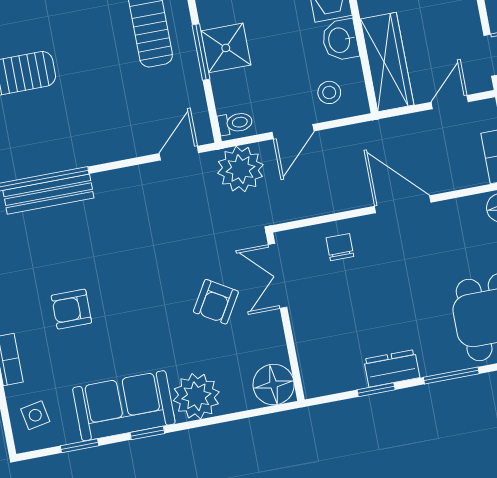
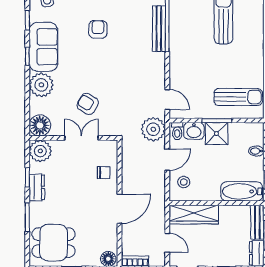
washbasin: (340, 40) -> (194, 131), moved, turned 180
door: (293, 132) -> (167, 160), swing flipped
double door: (278, 276) -> (81, 138), moved
plant: (322, 375) -> (40, 151), added

